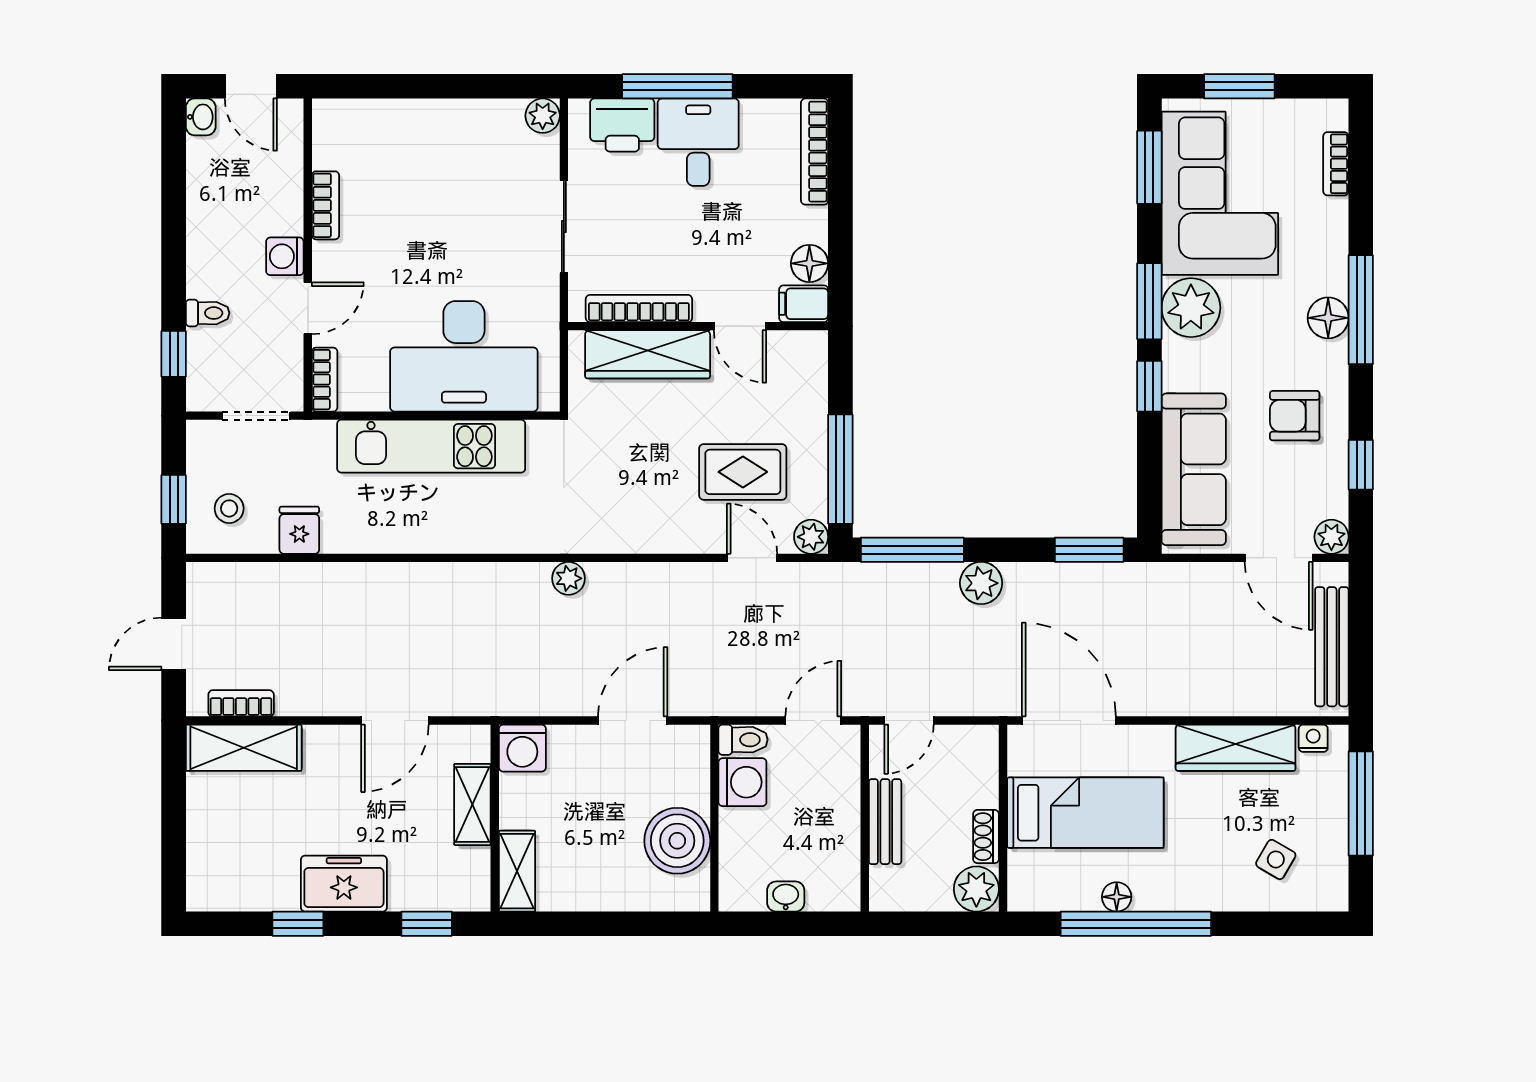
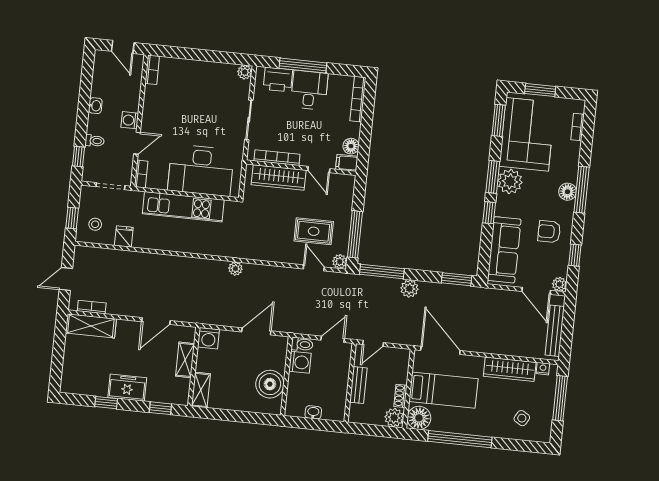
washbasin: (201, 117) -> (95, 106), moved
bookcase: (325, 205) -> (152, 70), moved
floor lamp: (1117, 897) -> (419, 418), moved, width x1.89, depth x1.89

